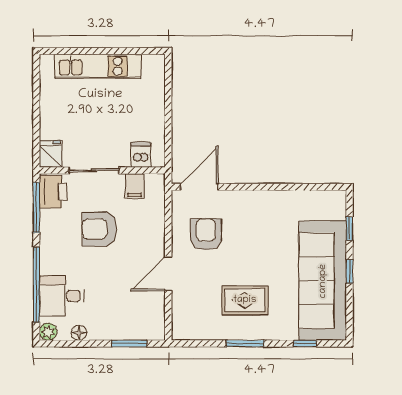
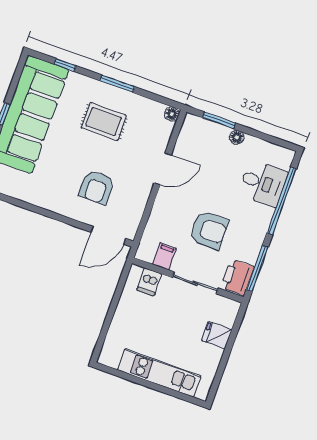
fridge: (51, 154) -> (217, 335), moved, turned 90
armchair: (206, 234) -> (97, 187), moved
plant: (48, 332) -> (286, 156), removed
floor lamp: (79, 333) -> (237, 137), moved
floor lamp: (179, 333) -> (172, 114), added

